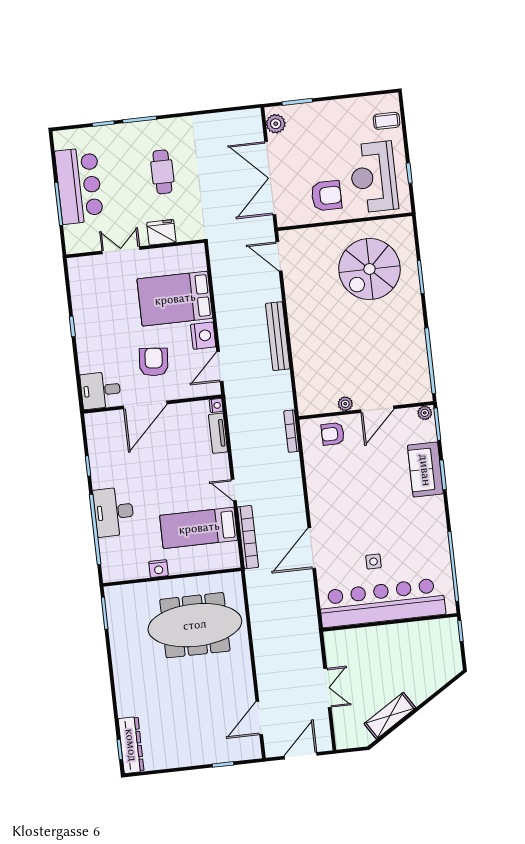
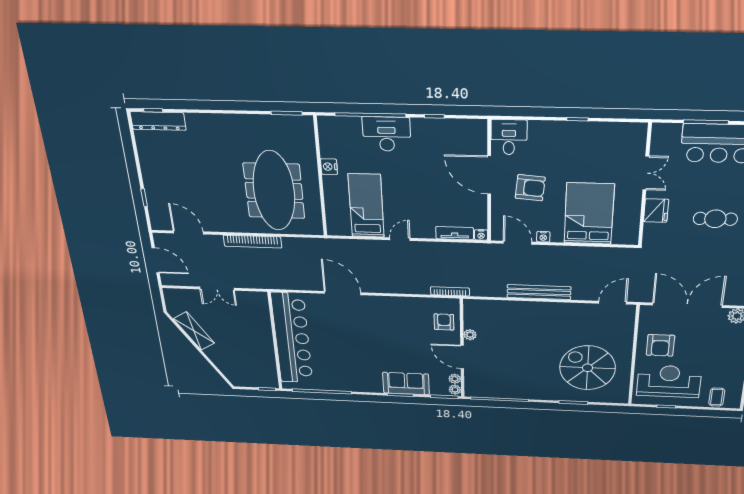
nightstand: (203, 336) -> (543, 237), width x0.53, depth x0.56
plant: (409, 415) -> (455, 379), added
bookcase: (248, 537) -> (252, 242), moved
side table: (374, 562) -> (328, 337), removed

